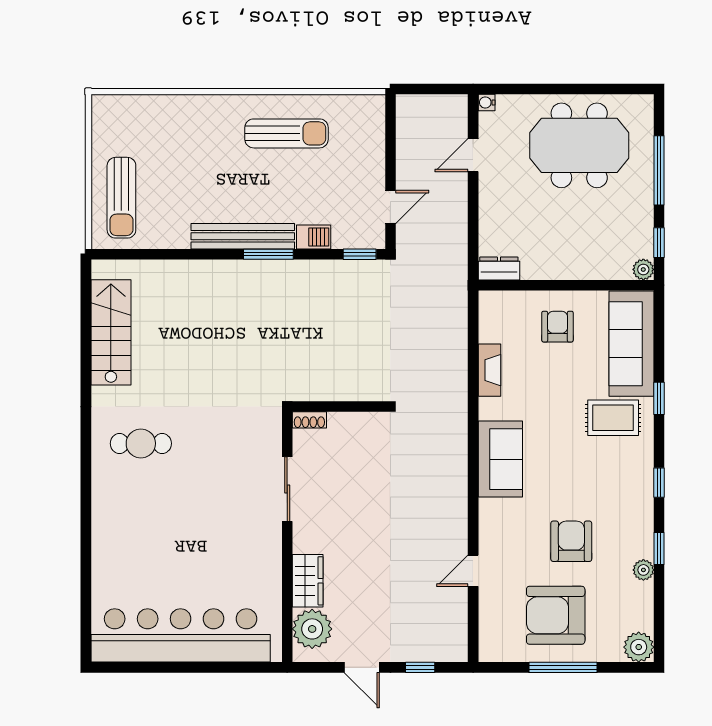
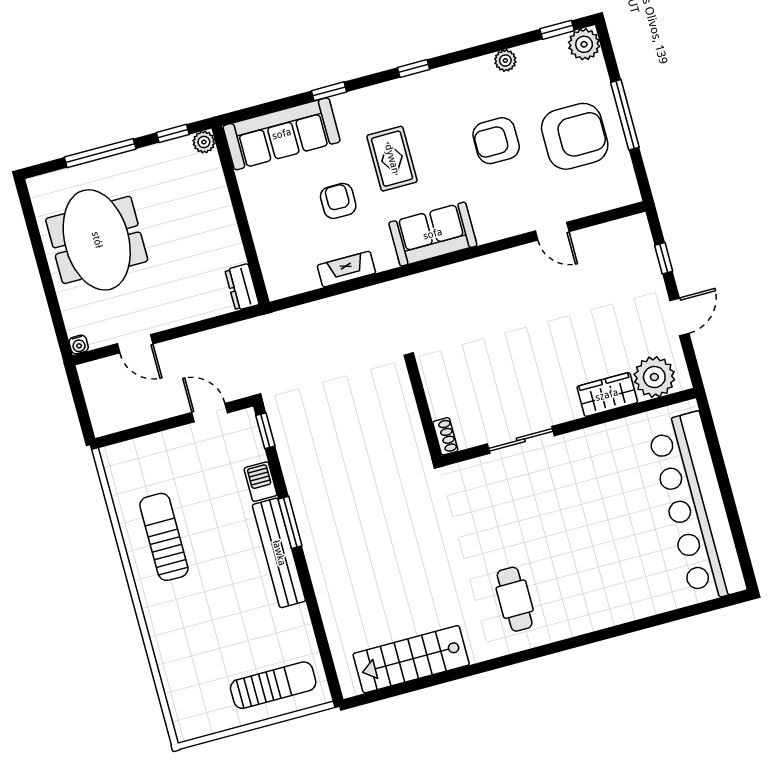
armchair: (557, 327) -> (338, 201), moved, turned 90
rug: (613, 418) -> (392, 159), moved
window: (659, 549) -> (557, 30), moved
armchair: (556, 615) -> (575, 136), turned -90

